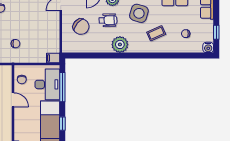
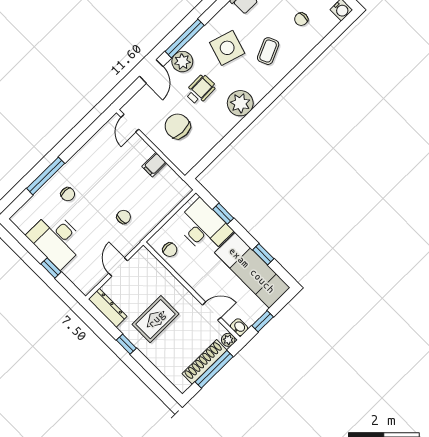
chair: (81, 27) -> (177, 126), turned -130
filing cabinet: (53, 58) -> (154, 165), moved
window: (62, 87) -> (223, 214), width x0.46
door: (13, 100) -> (212, 311), moved

